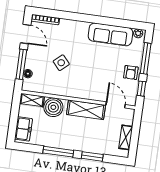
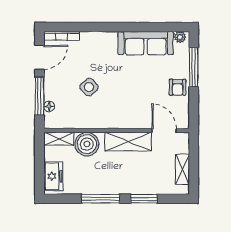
door: (26, 34) -> (39, 57), hinge flipped
window: (141, 89) -> (194, 106), removed

